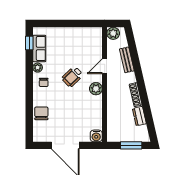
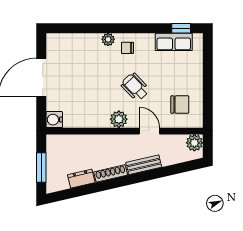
bench: (127, 60) -> (144, 165), moved
plant: (38, 68) -> (108, 39), moved
chair: (41, 113) -> (180, 105), moved

